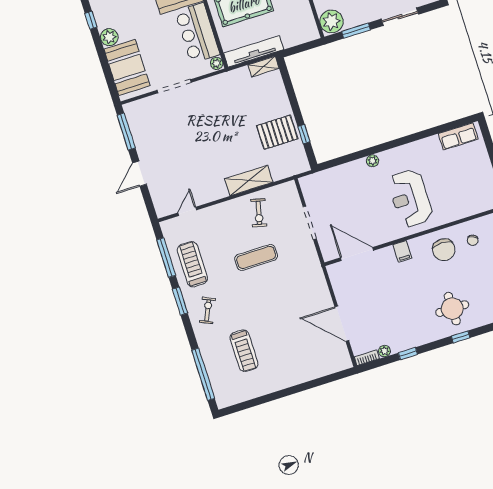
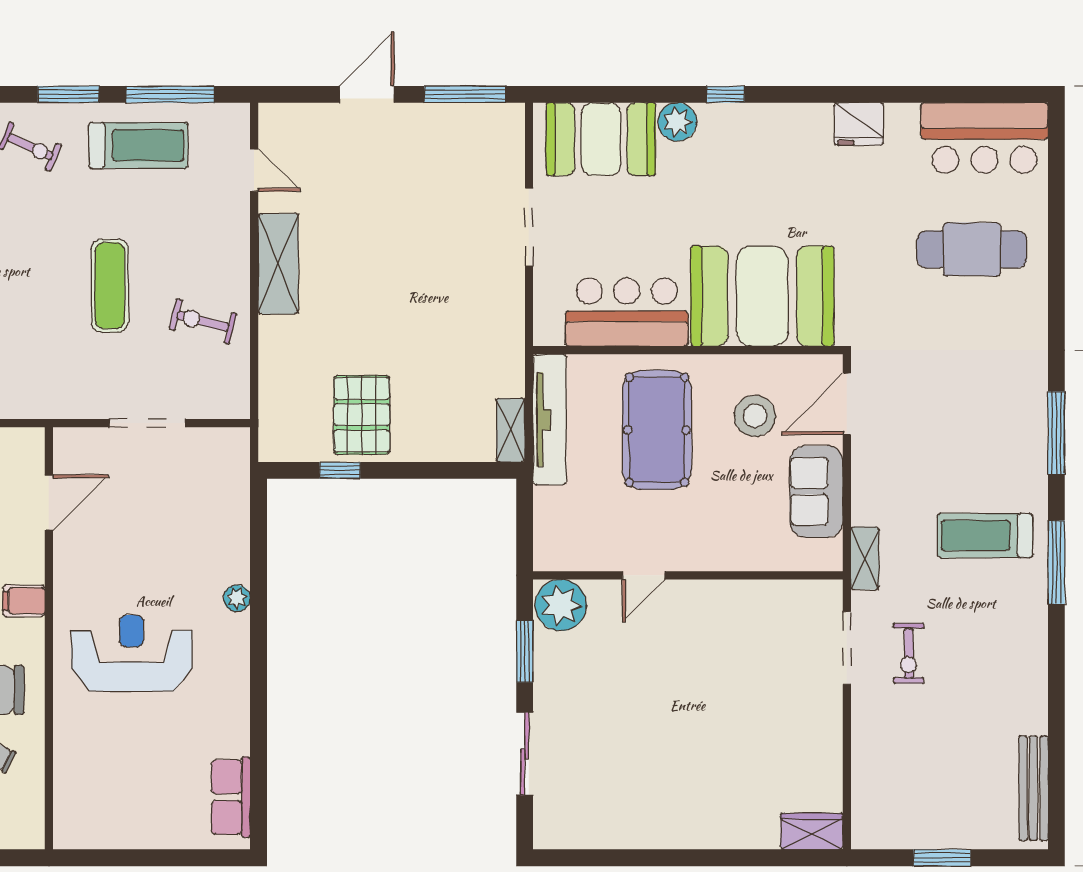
plant: (217, 63) -> (549, 333), removed
door: (140, 174) -> (367, 94), hinge flipped
shelving: (249, 181) -> (278, 264), moved
door: (357, 254) -> (49, 503), width x0.73

